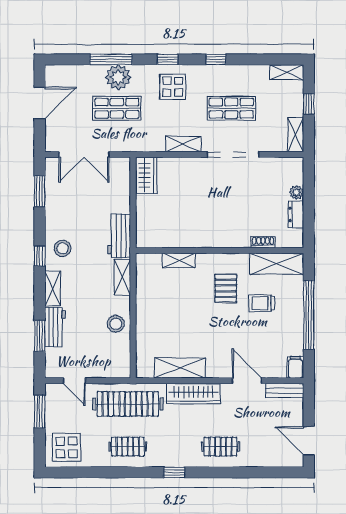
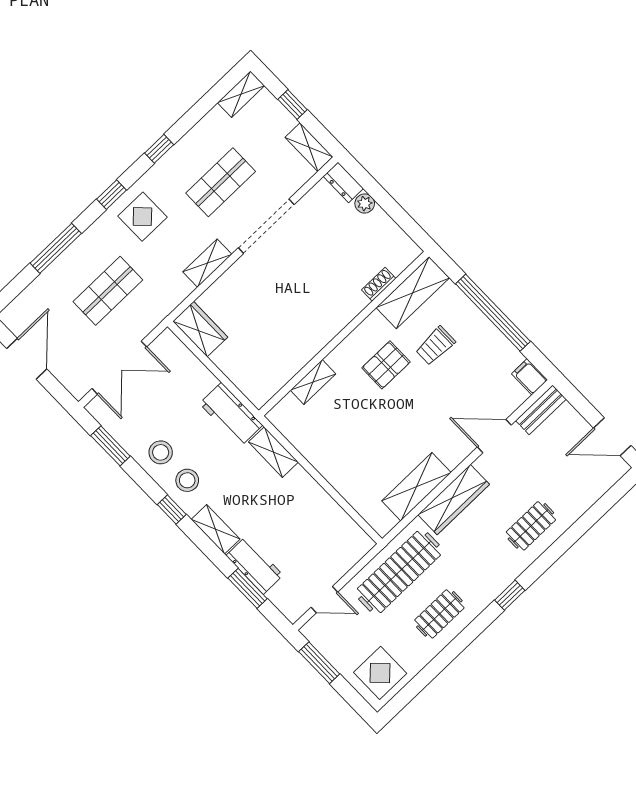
plant: (118, 77) -> (80, 259), removed
dresser: (296, 214) -> (343, 182), moved
pallet: (226, 288) -> (386, 365), turned 90
stool: (116, 324) -> (161, 452), moved

